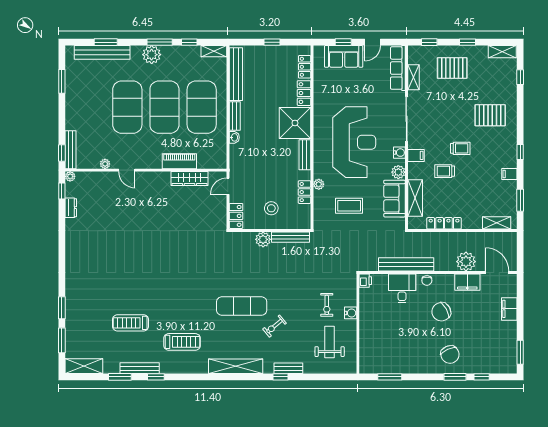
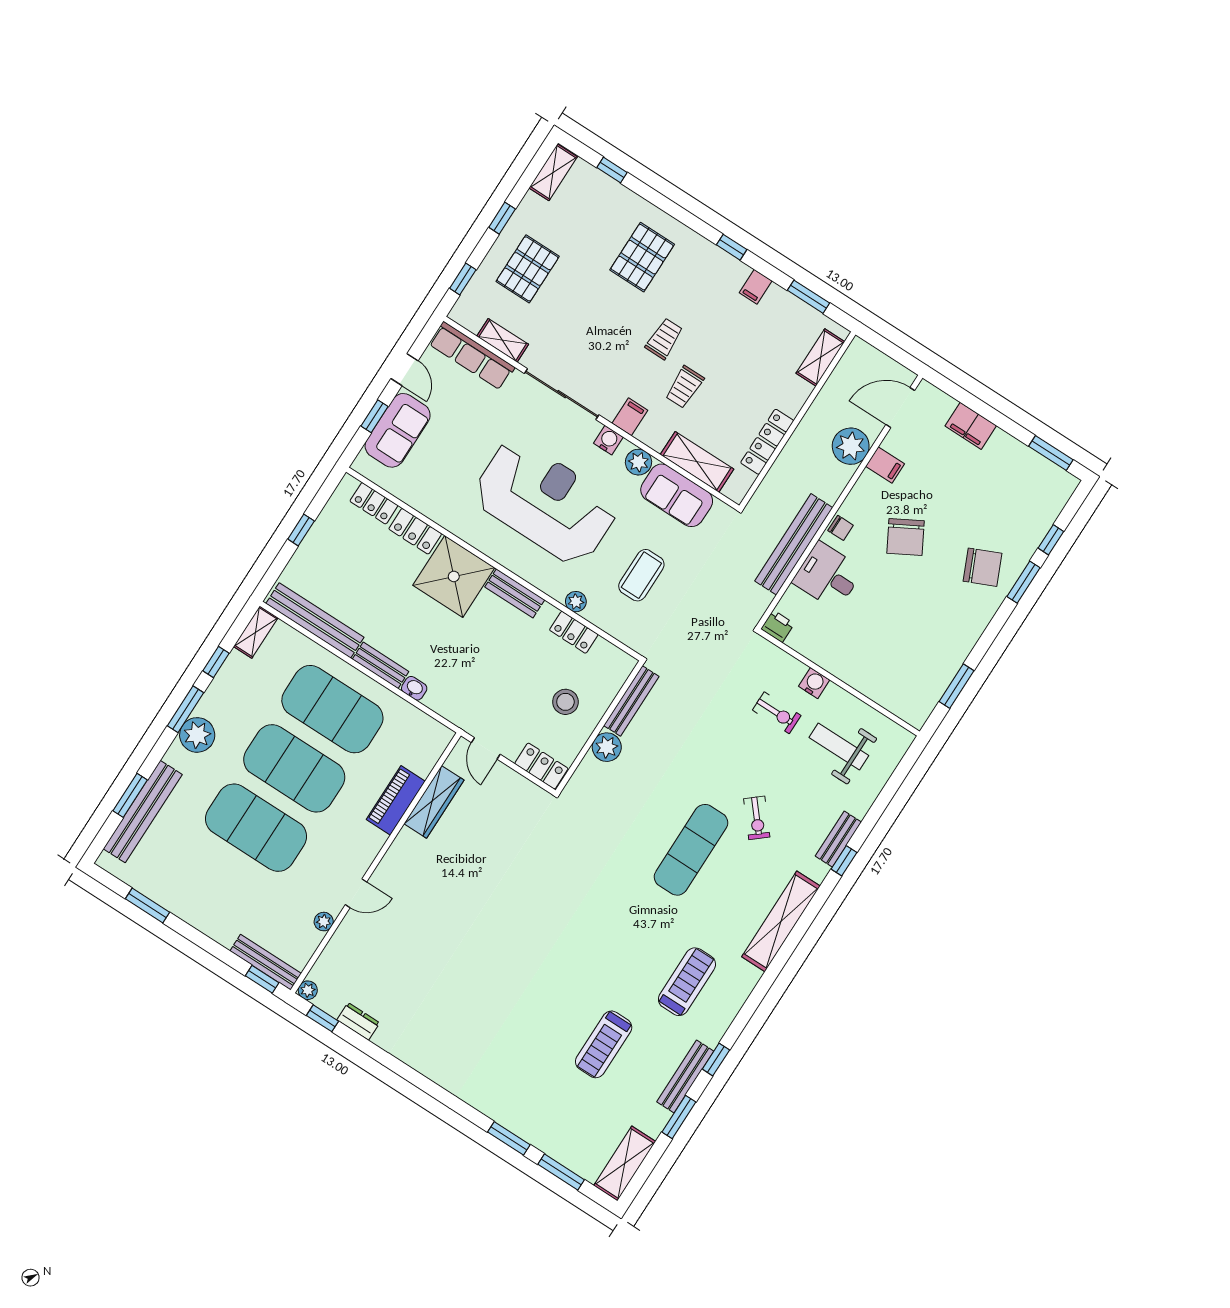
filing cabinet: (467, 282) -> (885, 465), width x0.50

